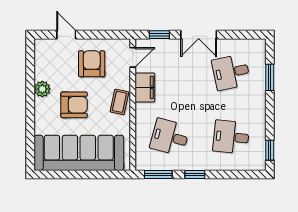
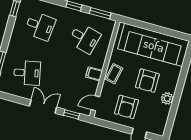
filing cabinet: (145, 87) -> (94, 74), width x0.50
armchair: (74, 105) -> (147, 81), turned -90

